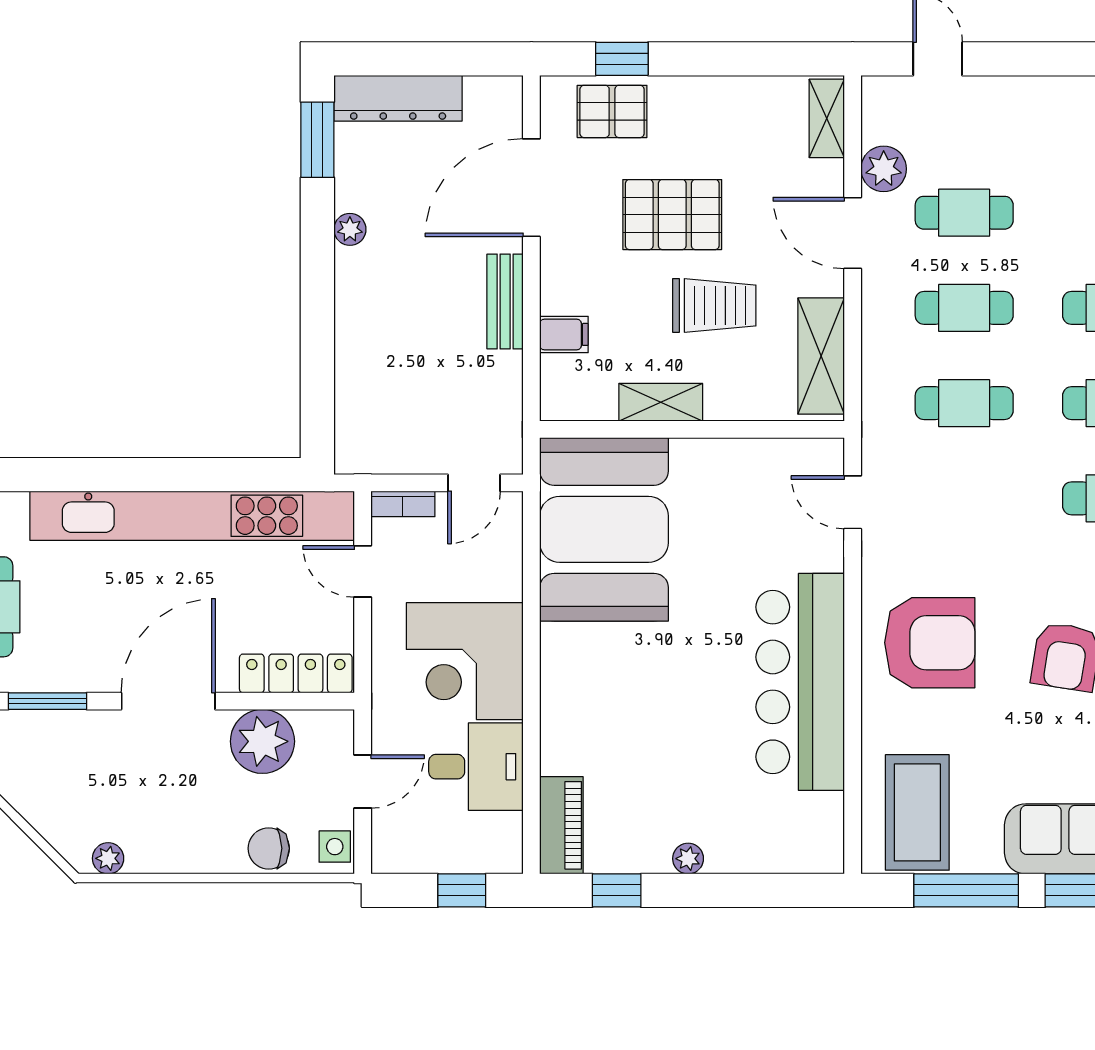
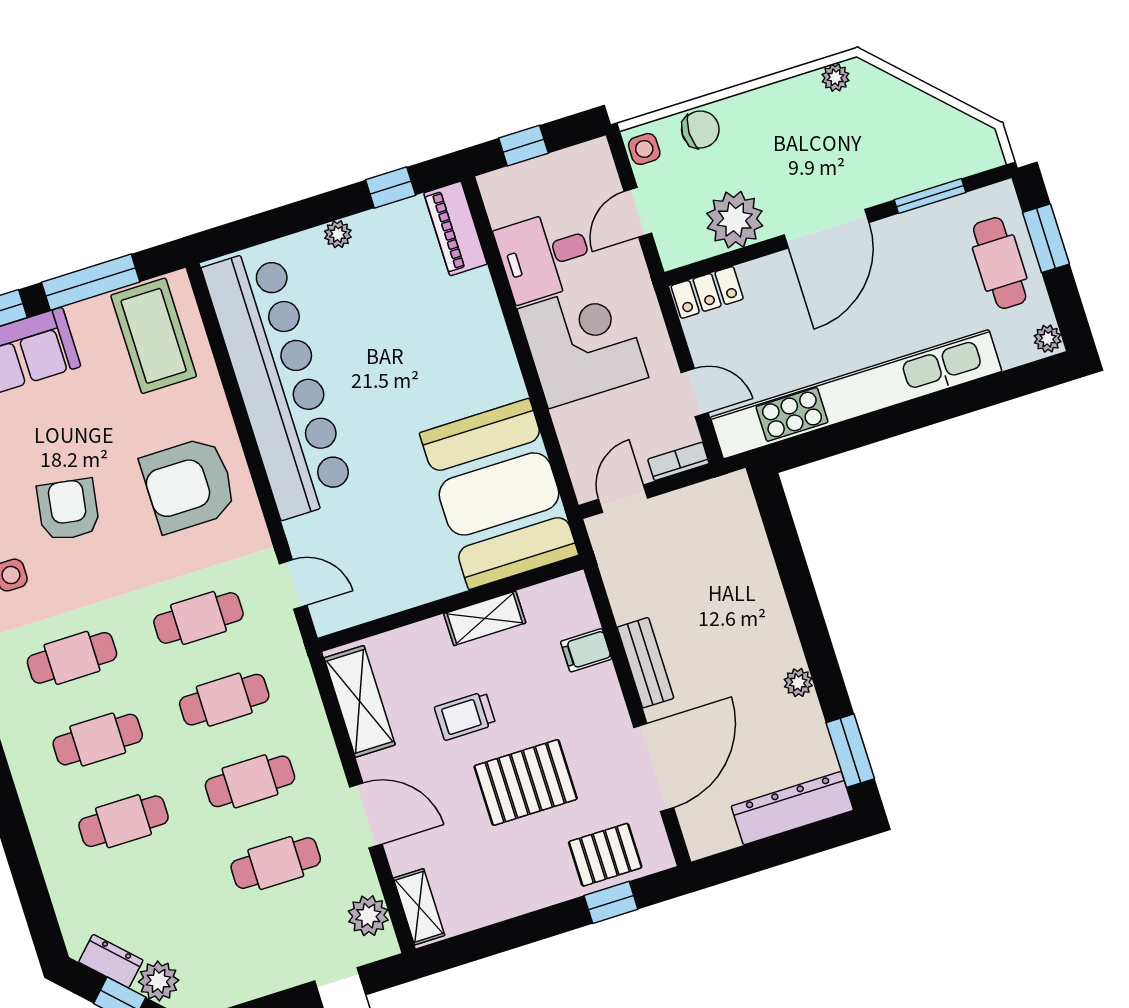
plant: (884, 169) -> (368, 916), moved
trolley: (714, 305) -> (465, 716), width x0.73, depth x0.72
cafe table: (964, 498) -> (198, 618), added
locker: (296, 673) -> (707, 292), width x0.66
bar counter: (800, 682) -> (279, 382), width x1.36

